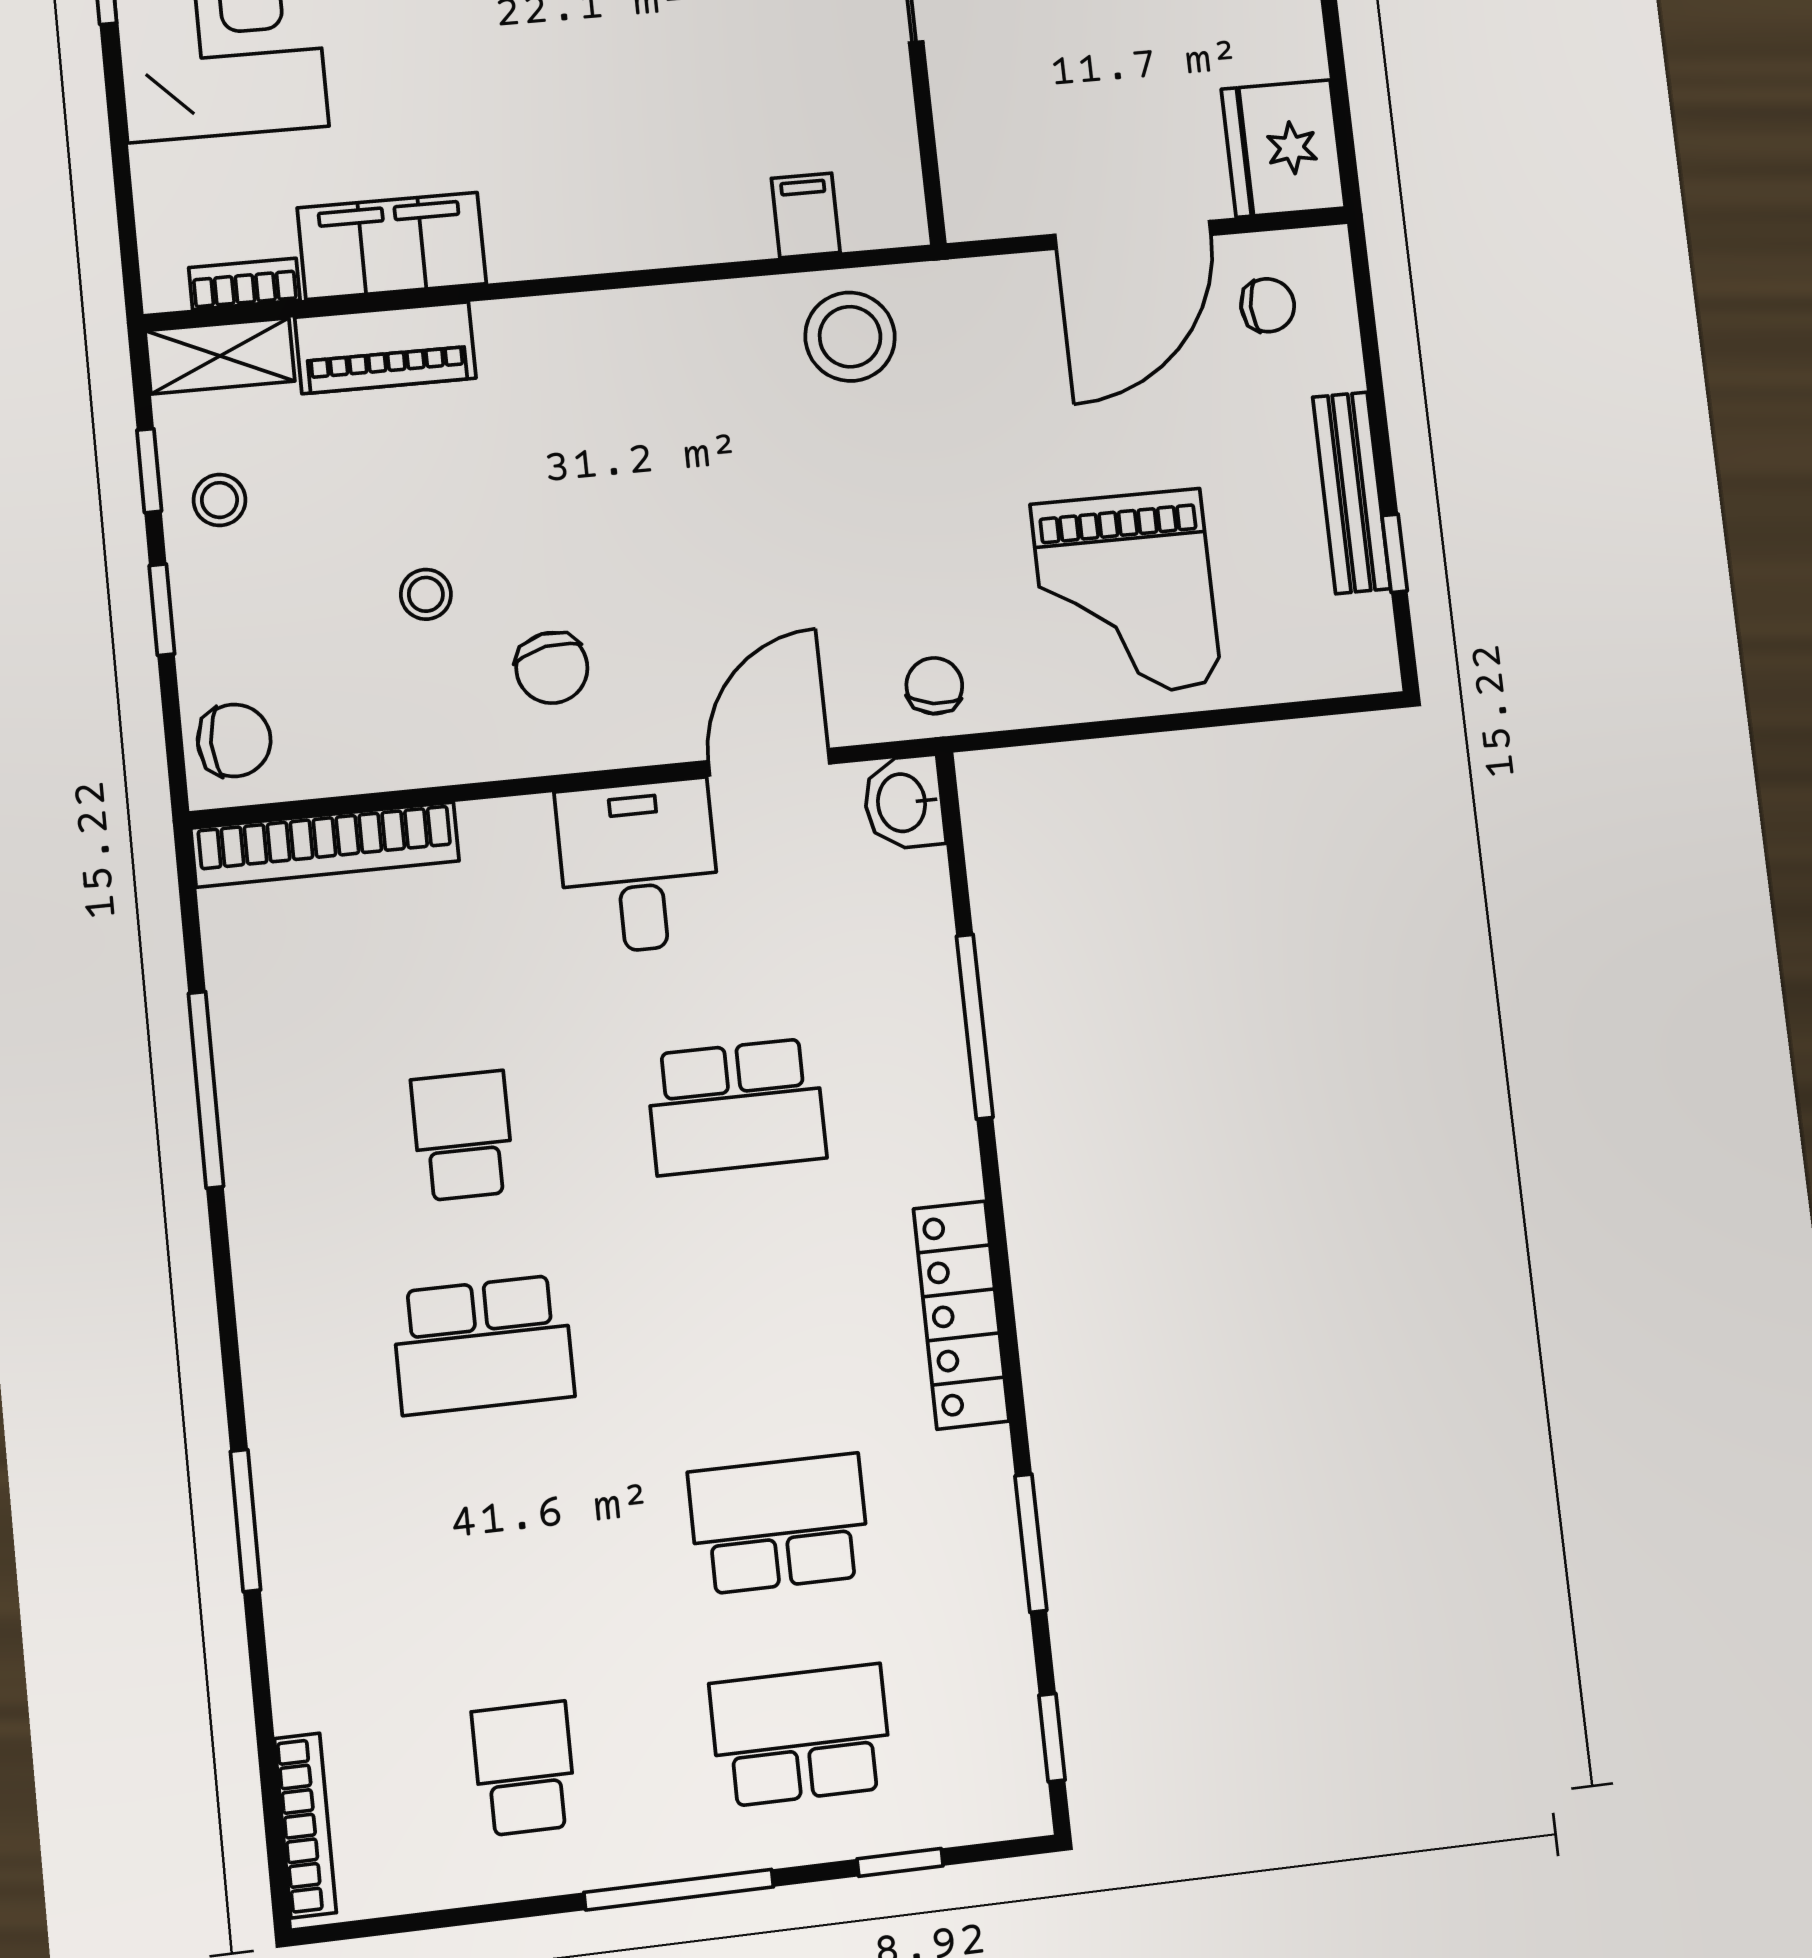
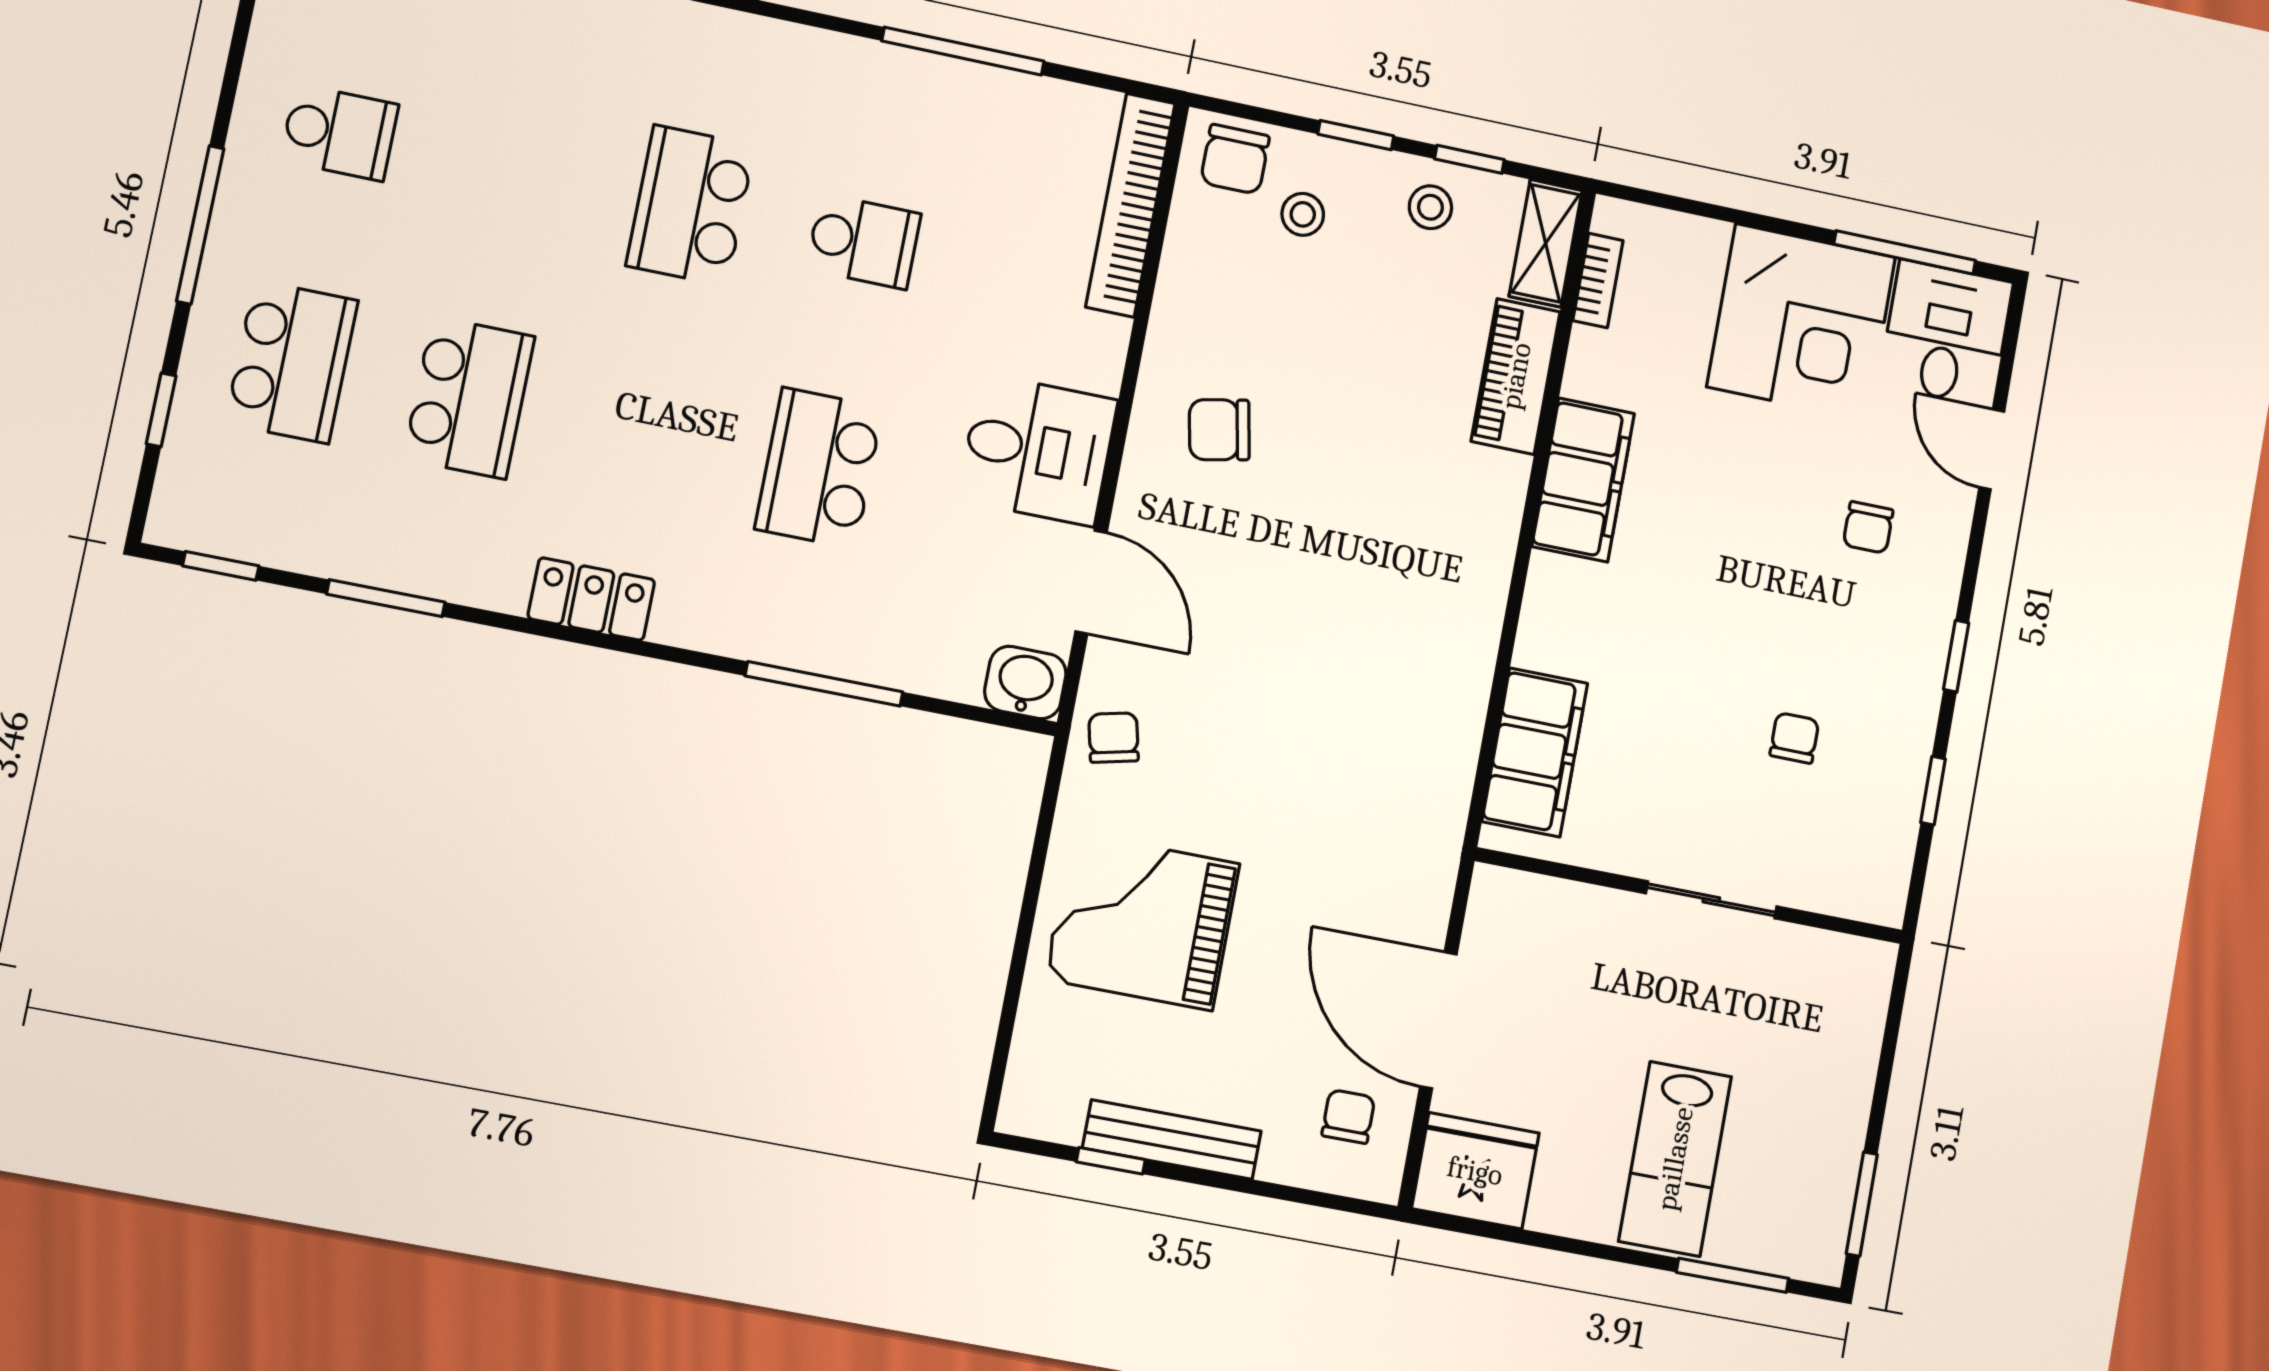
filing cabinet: (806, 215) -> (1535, 752), width x3.00, depth x1.17
filing cabinet: (392, 246) -> (1583, 480), moved
chair: (1268, 305) -> (1348, 1117), turned 180
stool: (850, 337) -> (1420, 757), removed
stool: (426, 594) -> (1303, 214), moved
chair: (934, 686) -> (1114, 738), turned -112
locker: (961, 1315) -> (591, 599), width x0.66

